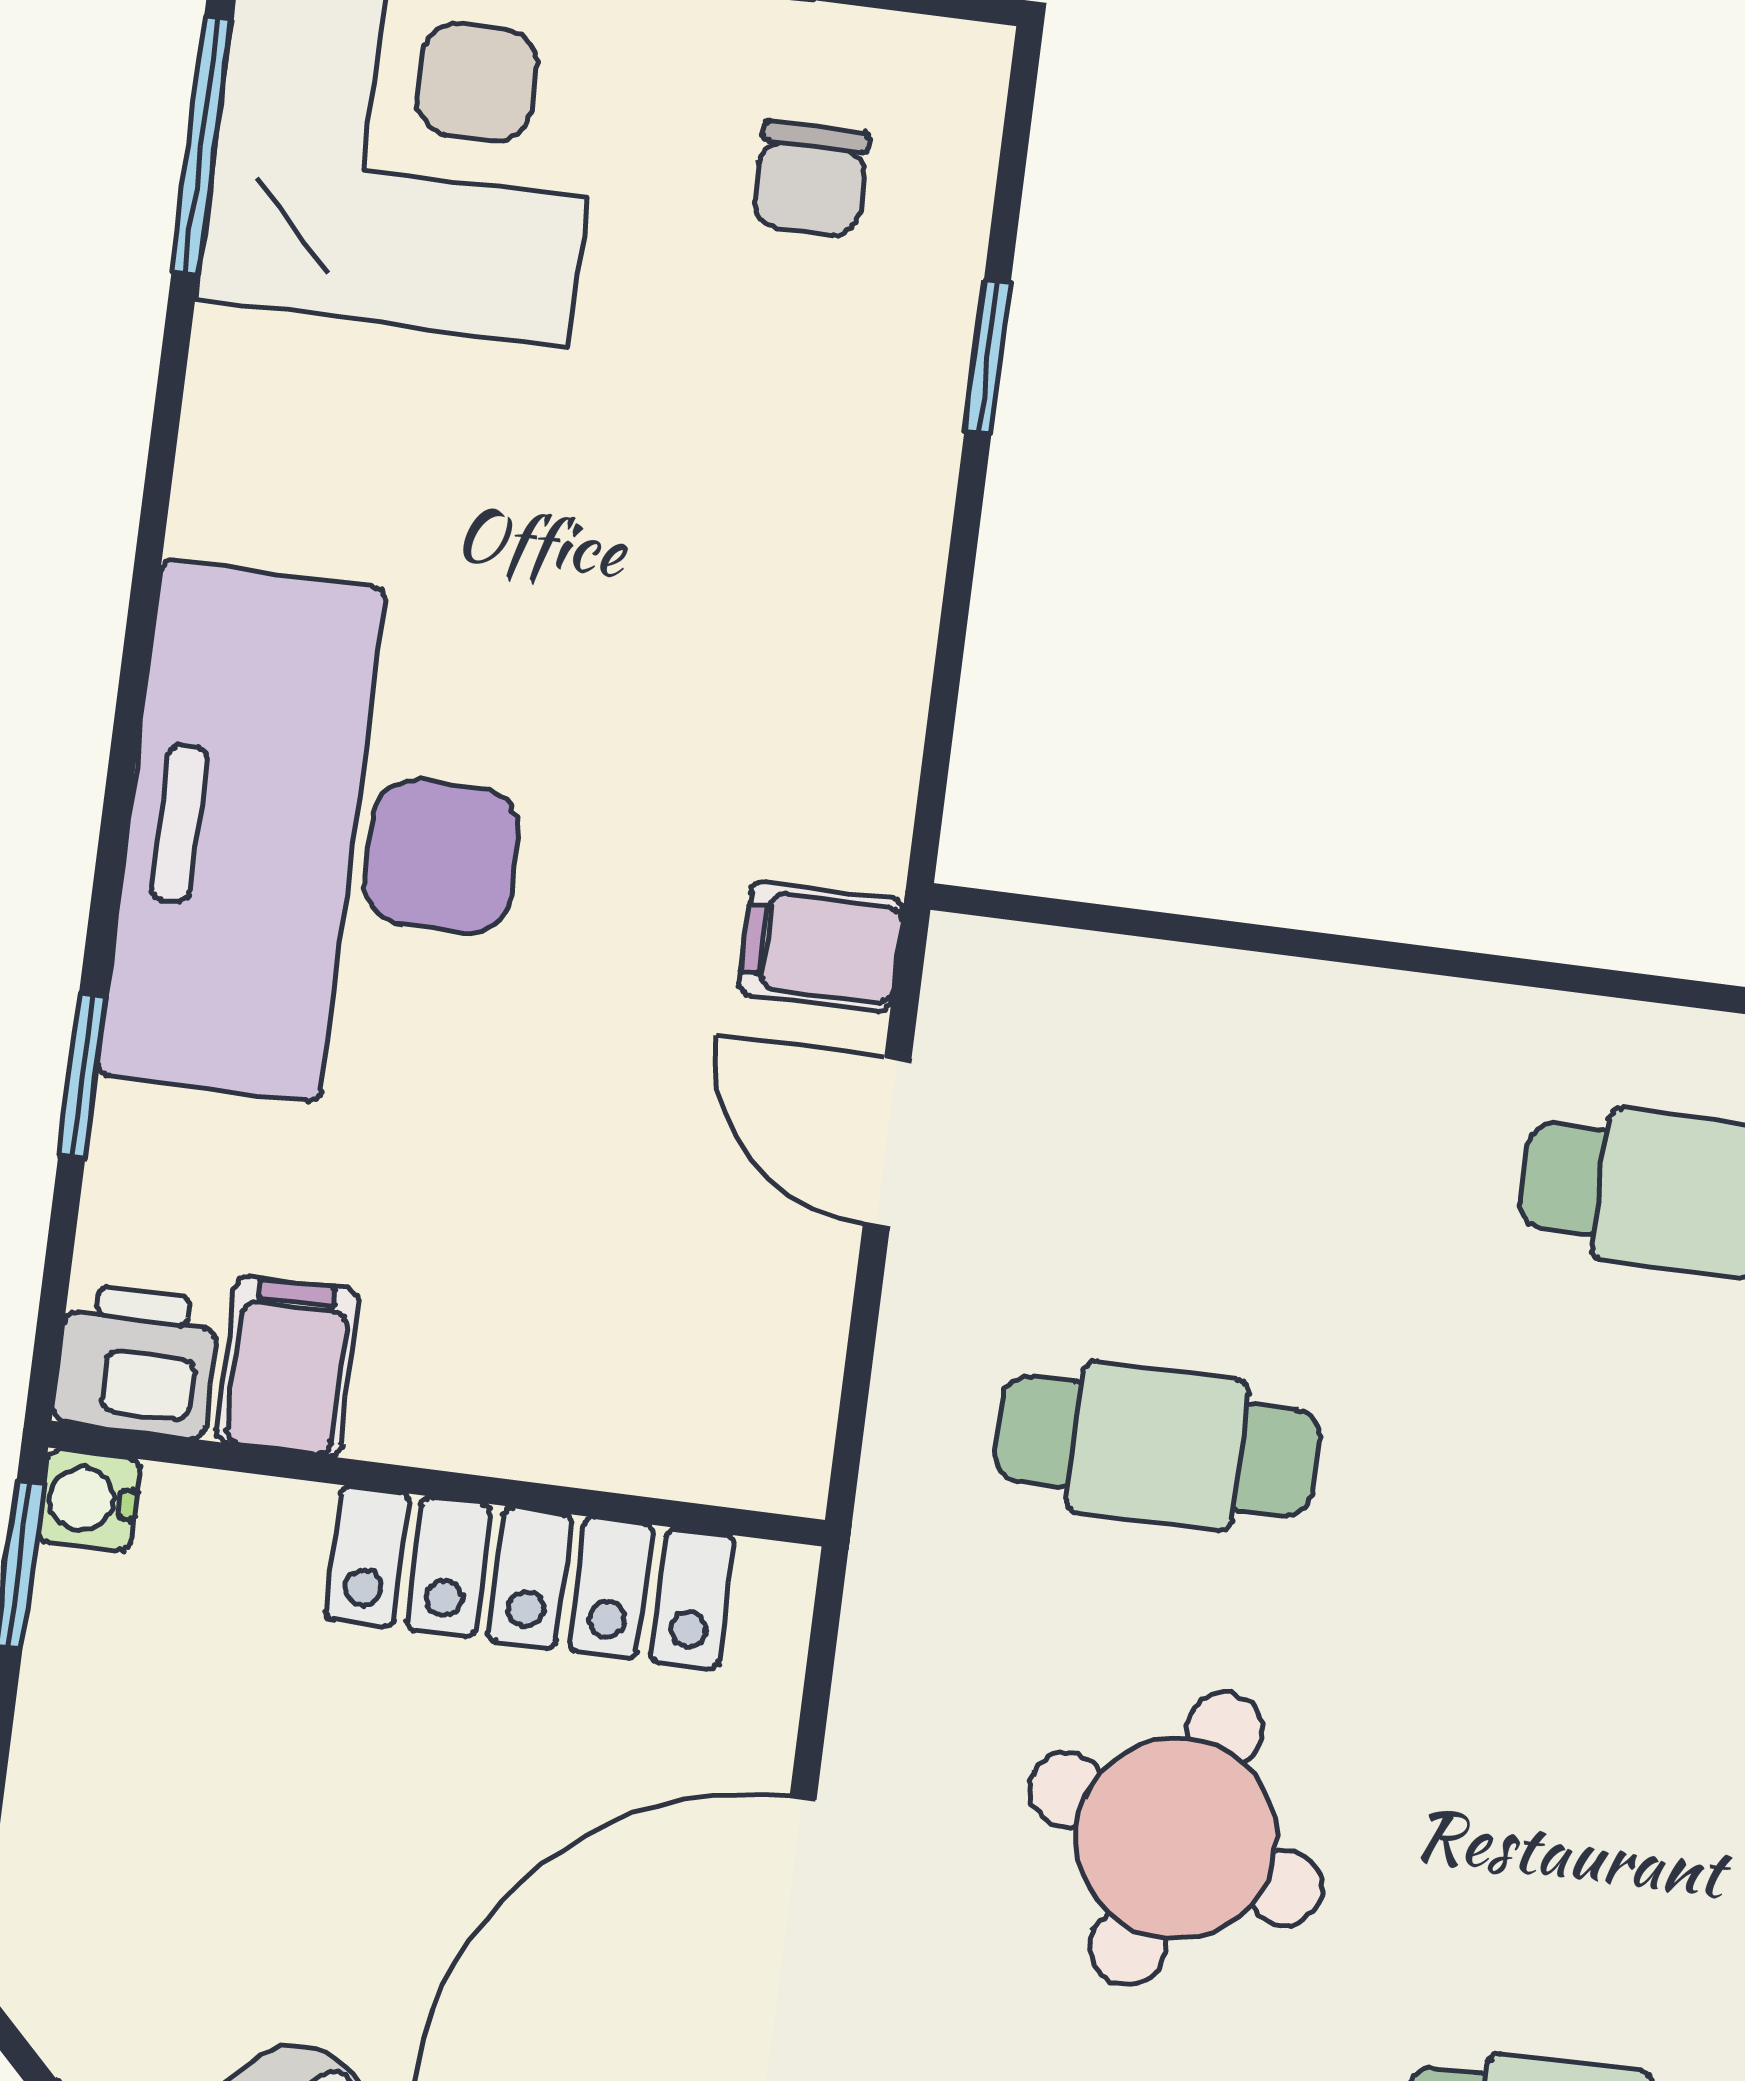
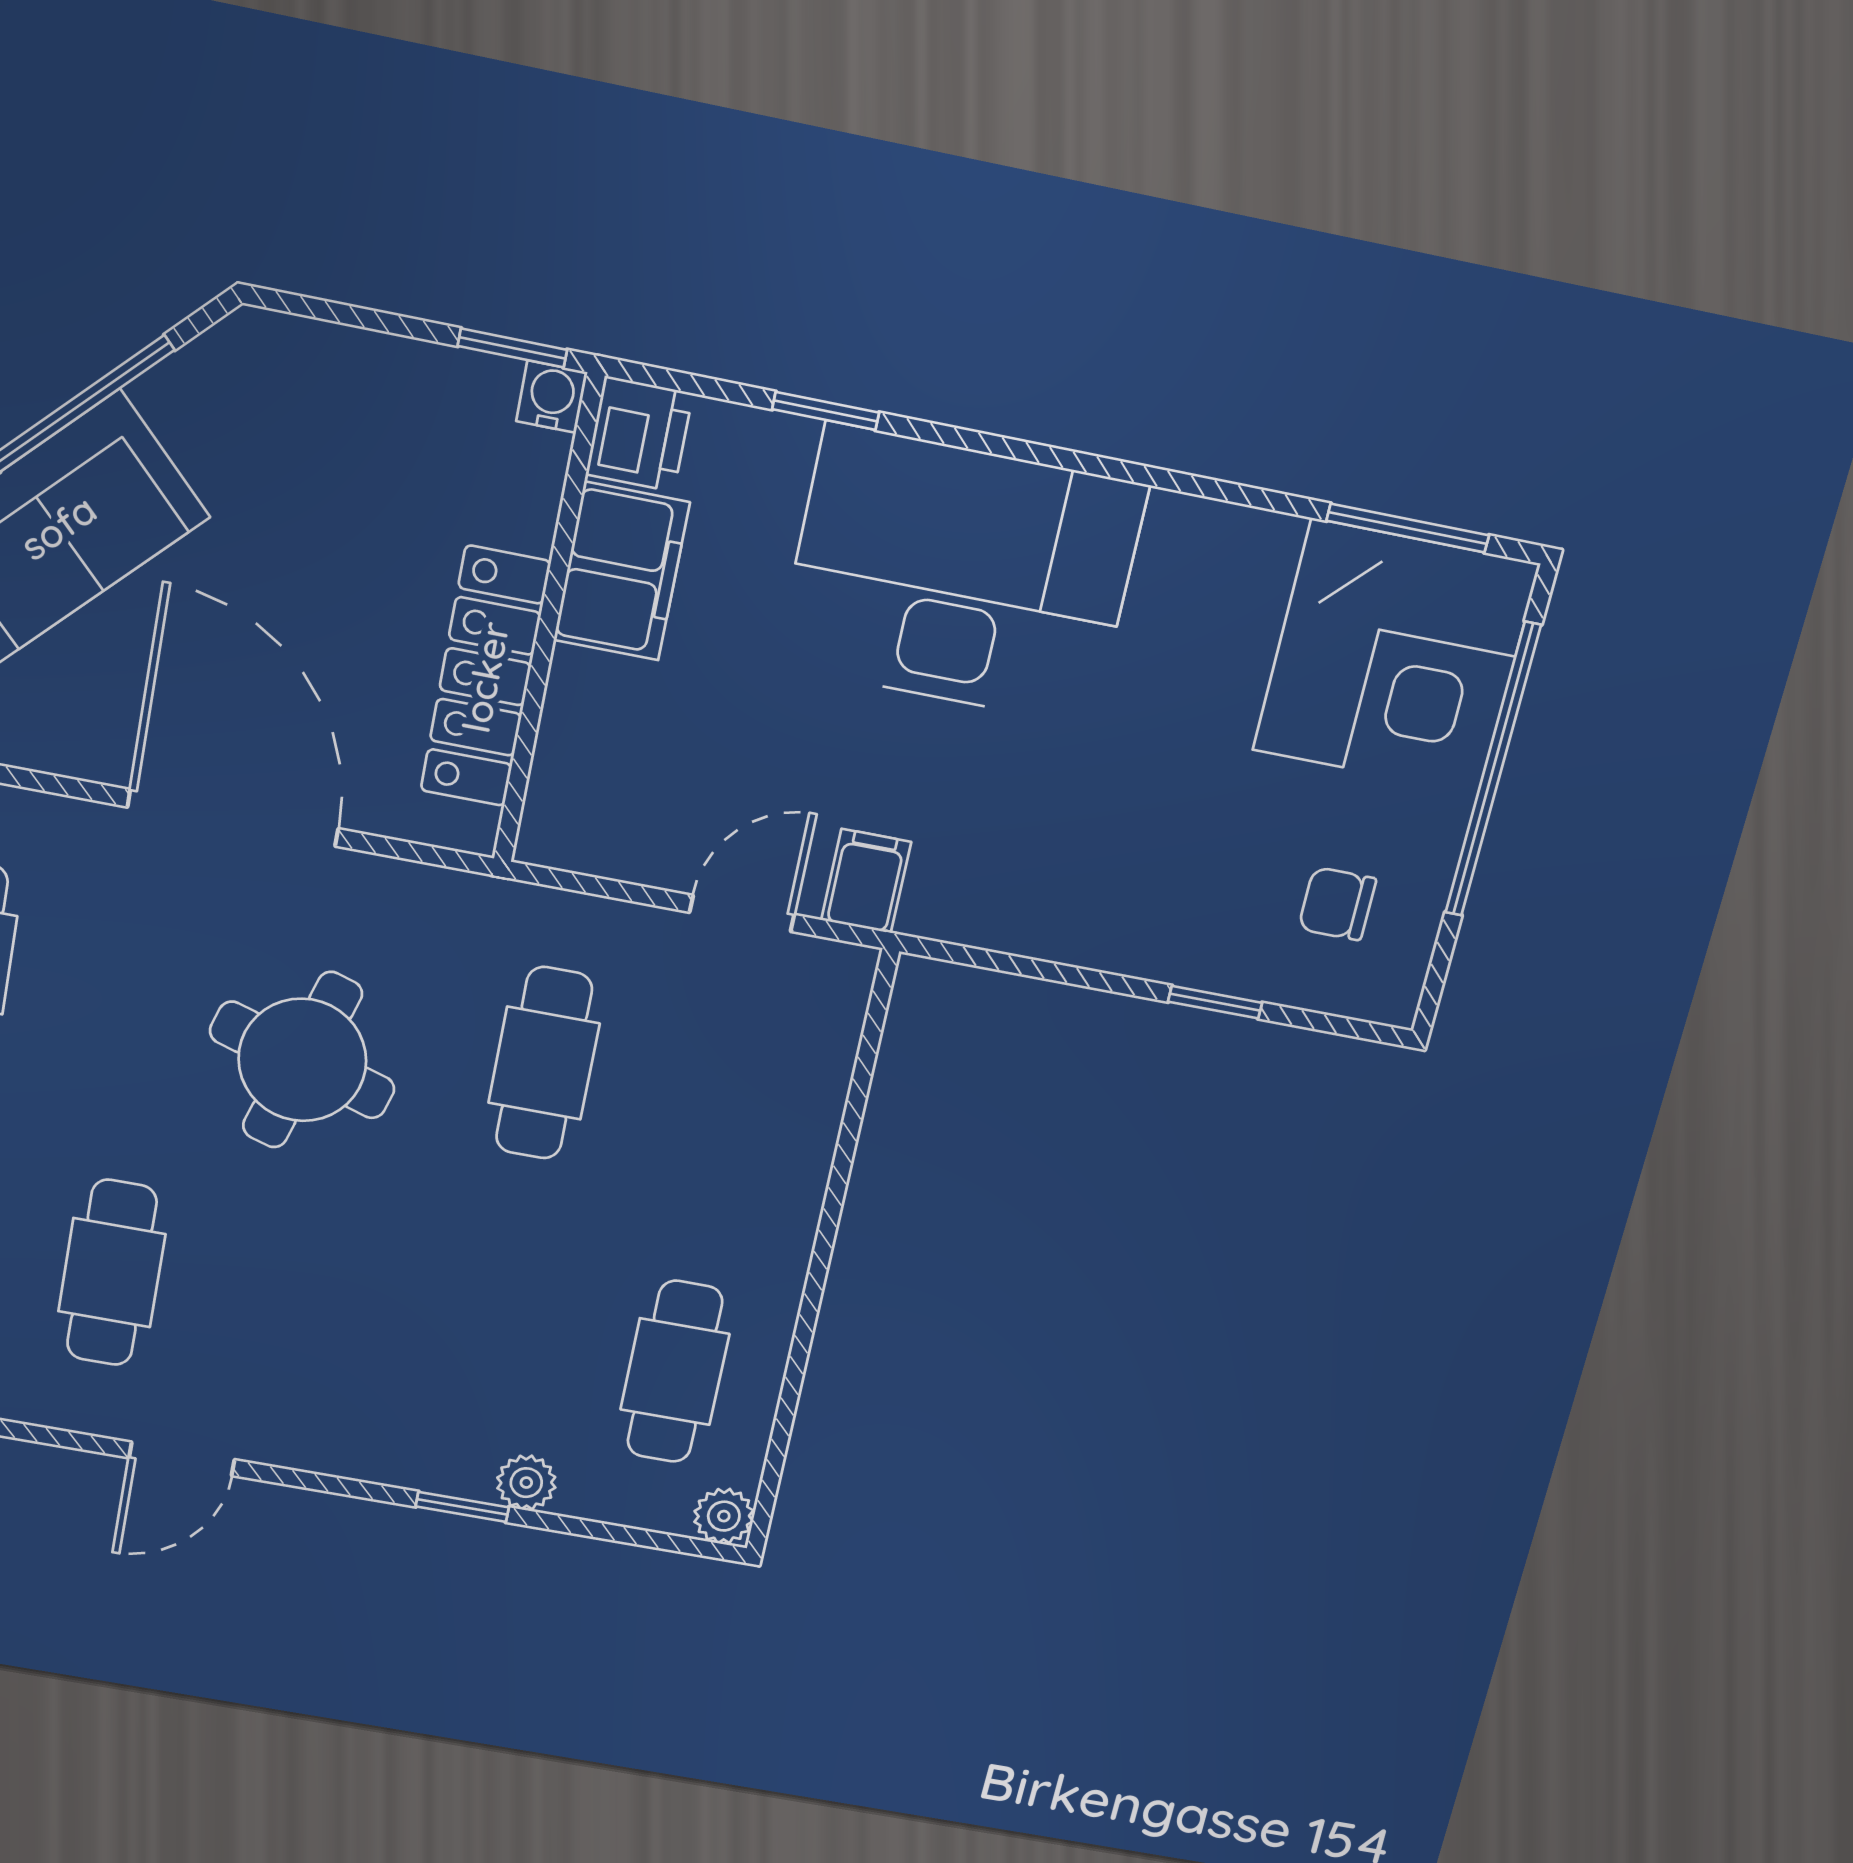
filing cabinet: (288, 1366) -> (621, 571), width x2.00

